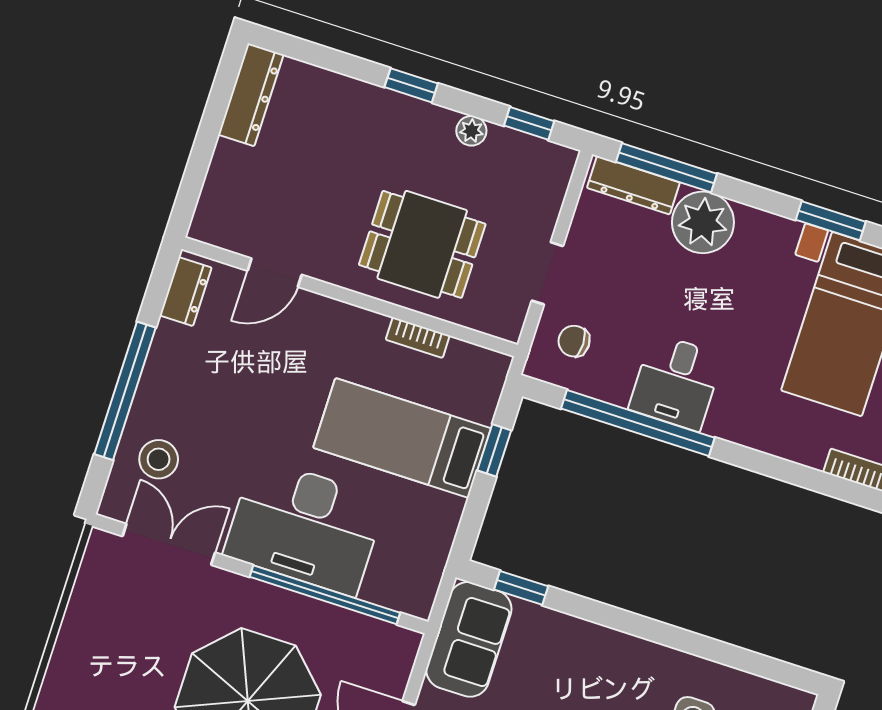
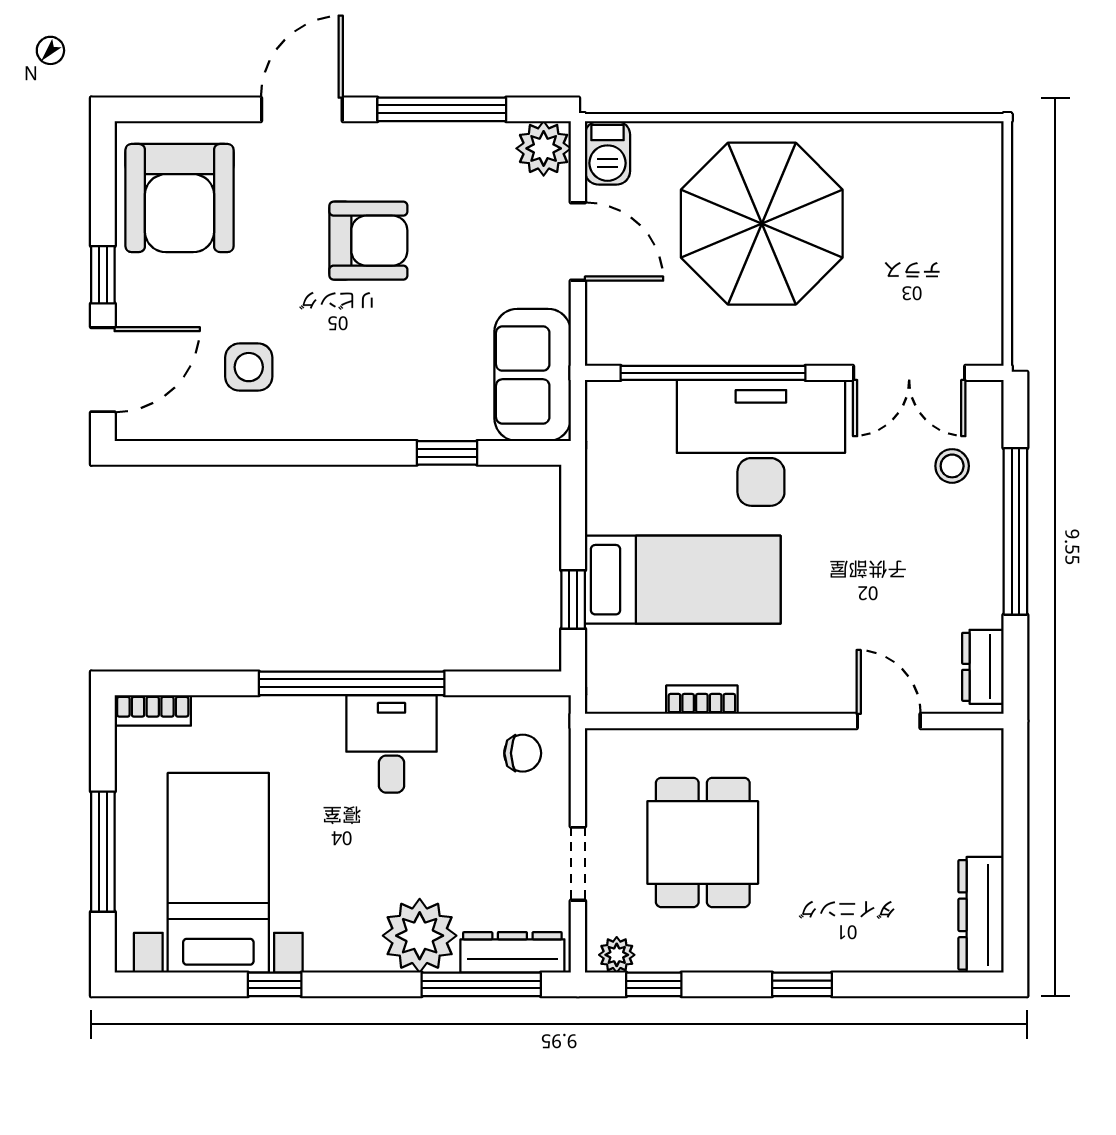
plant: (471, 131) -> (617, 955), moved
window: (831, 221) -> (275, 984), width x0.67
dining table: (422, 244) -> (703, 842), moved, turned 90
door: (275, 273) -> (889, 721), hinge flipped
doorway: (547, 273) -> (578, 864), moved
window: (638, 423) -> (352, 683), moved
stool: (159, 459) -> (952, 466), width x0.73, depth x0.73
window: (521, 588) -> (447, 453), moved

